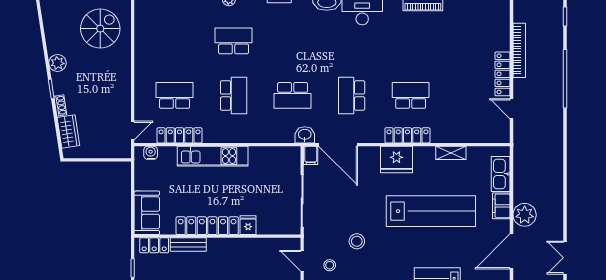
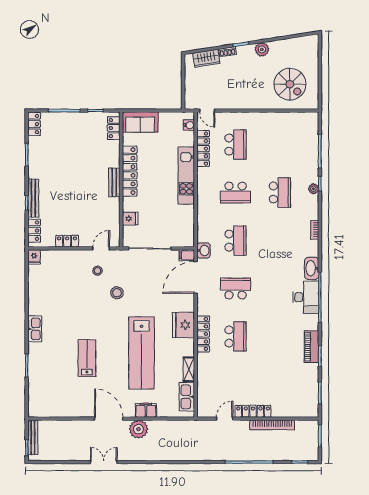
school desk: (293, 95) -> (236, 241), turned 180
kitchen sink: (501, 174) -> (187, 397), moved, turned -90
fridge: (248, 225) -> (130, 219), moved
bench: (188, 245) -> (114, 182), moved

